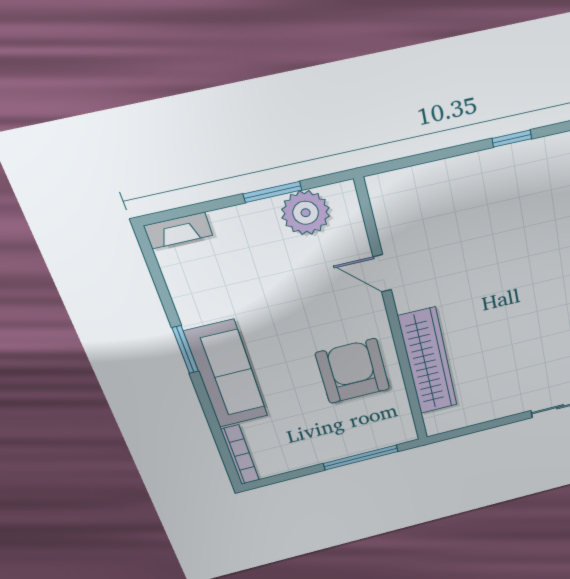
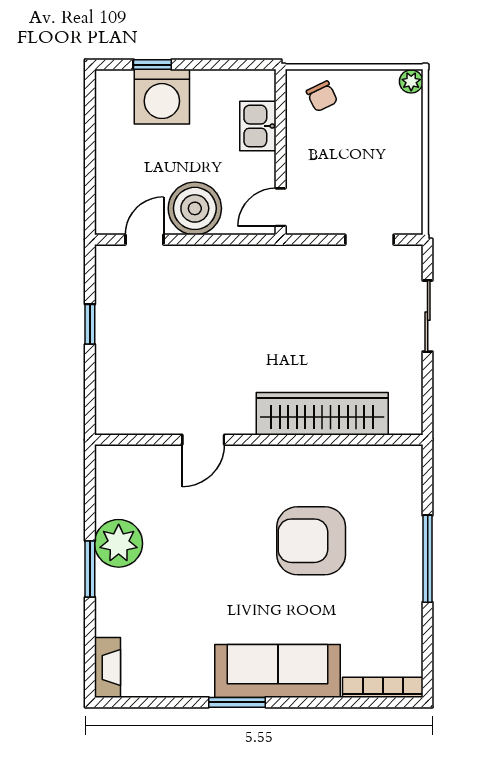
door: (382, 273) -> (203, 440), moved
wall: (393, 318) -> (259, 440), moved
wardrobe: (428, 361) -> (322, 414), moved

